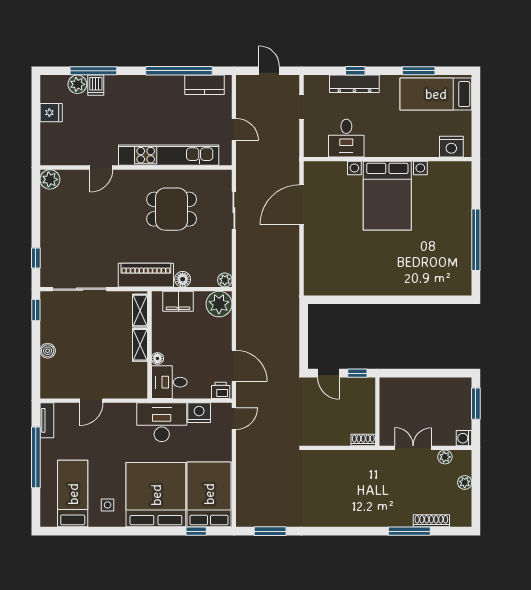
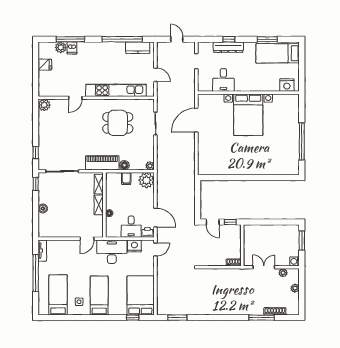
filing cabinet: (178, 301) -> (126, 179), width x0.50
desk: (169, 382) -> (131, 227), moved, turned -90
door: (91, 401) -> (87, 239), moved
bed: (156, 495) -> (99, 295), width x0.49

